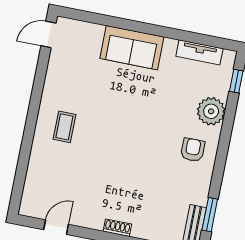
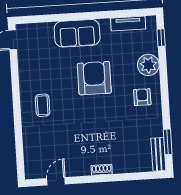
armchair: (139, 110) -> (94, 78), added

